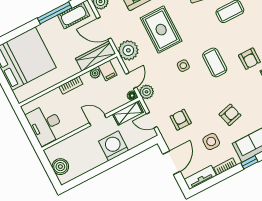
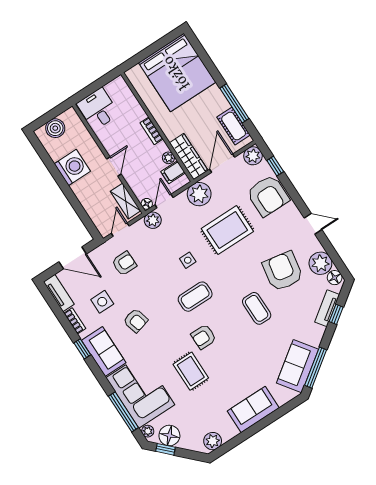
door: (131, 81) -> (164, 201), swing flipped
desk: (45, 124) -> (98, 109), width x0.73
washing machine: (114, 146) -> (72, 167), moved

